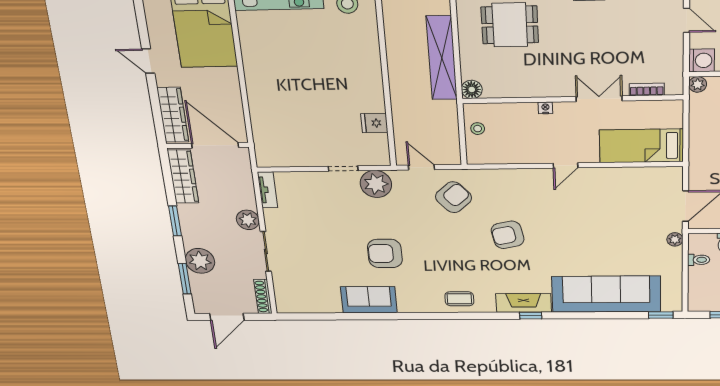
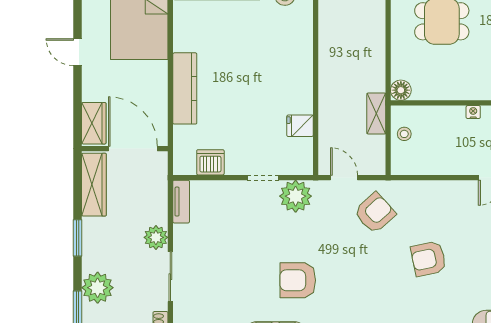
shelving: (442, 58) -> (376, 114), moved, width x0.45, depth x0.75
kitchen counter: (258, 92) -> (185, 88), added
wardrobe: (173, 115) -> (94, 123), width x0.67
dishwasher: (291, 156) -> (210, 162), added

